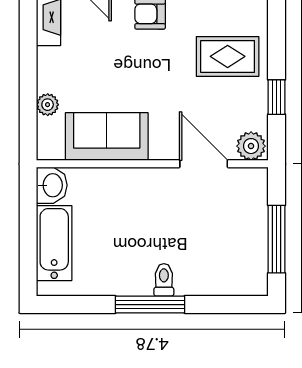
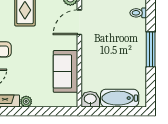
plant: (48, 105) -> (26, 101), moved
toilet: (164, 280) -> (138, 13), moved

